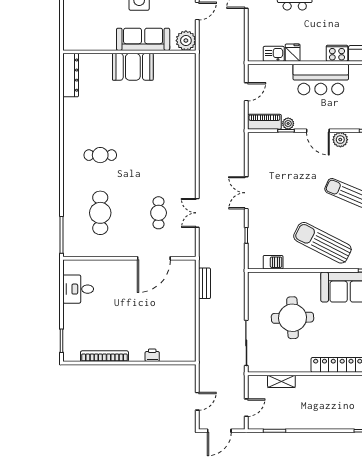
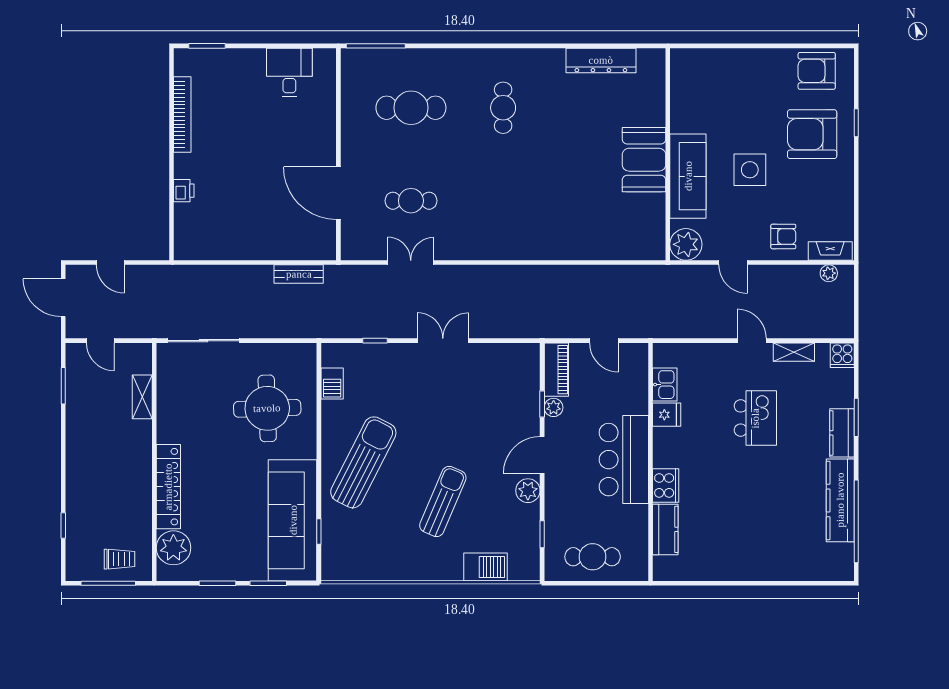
dresser: (71, 75) -> (601, 60), moved
round table: (292, 318) -> (267, 408), moved

